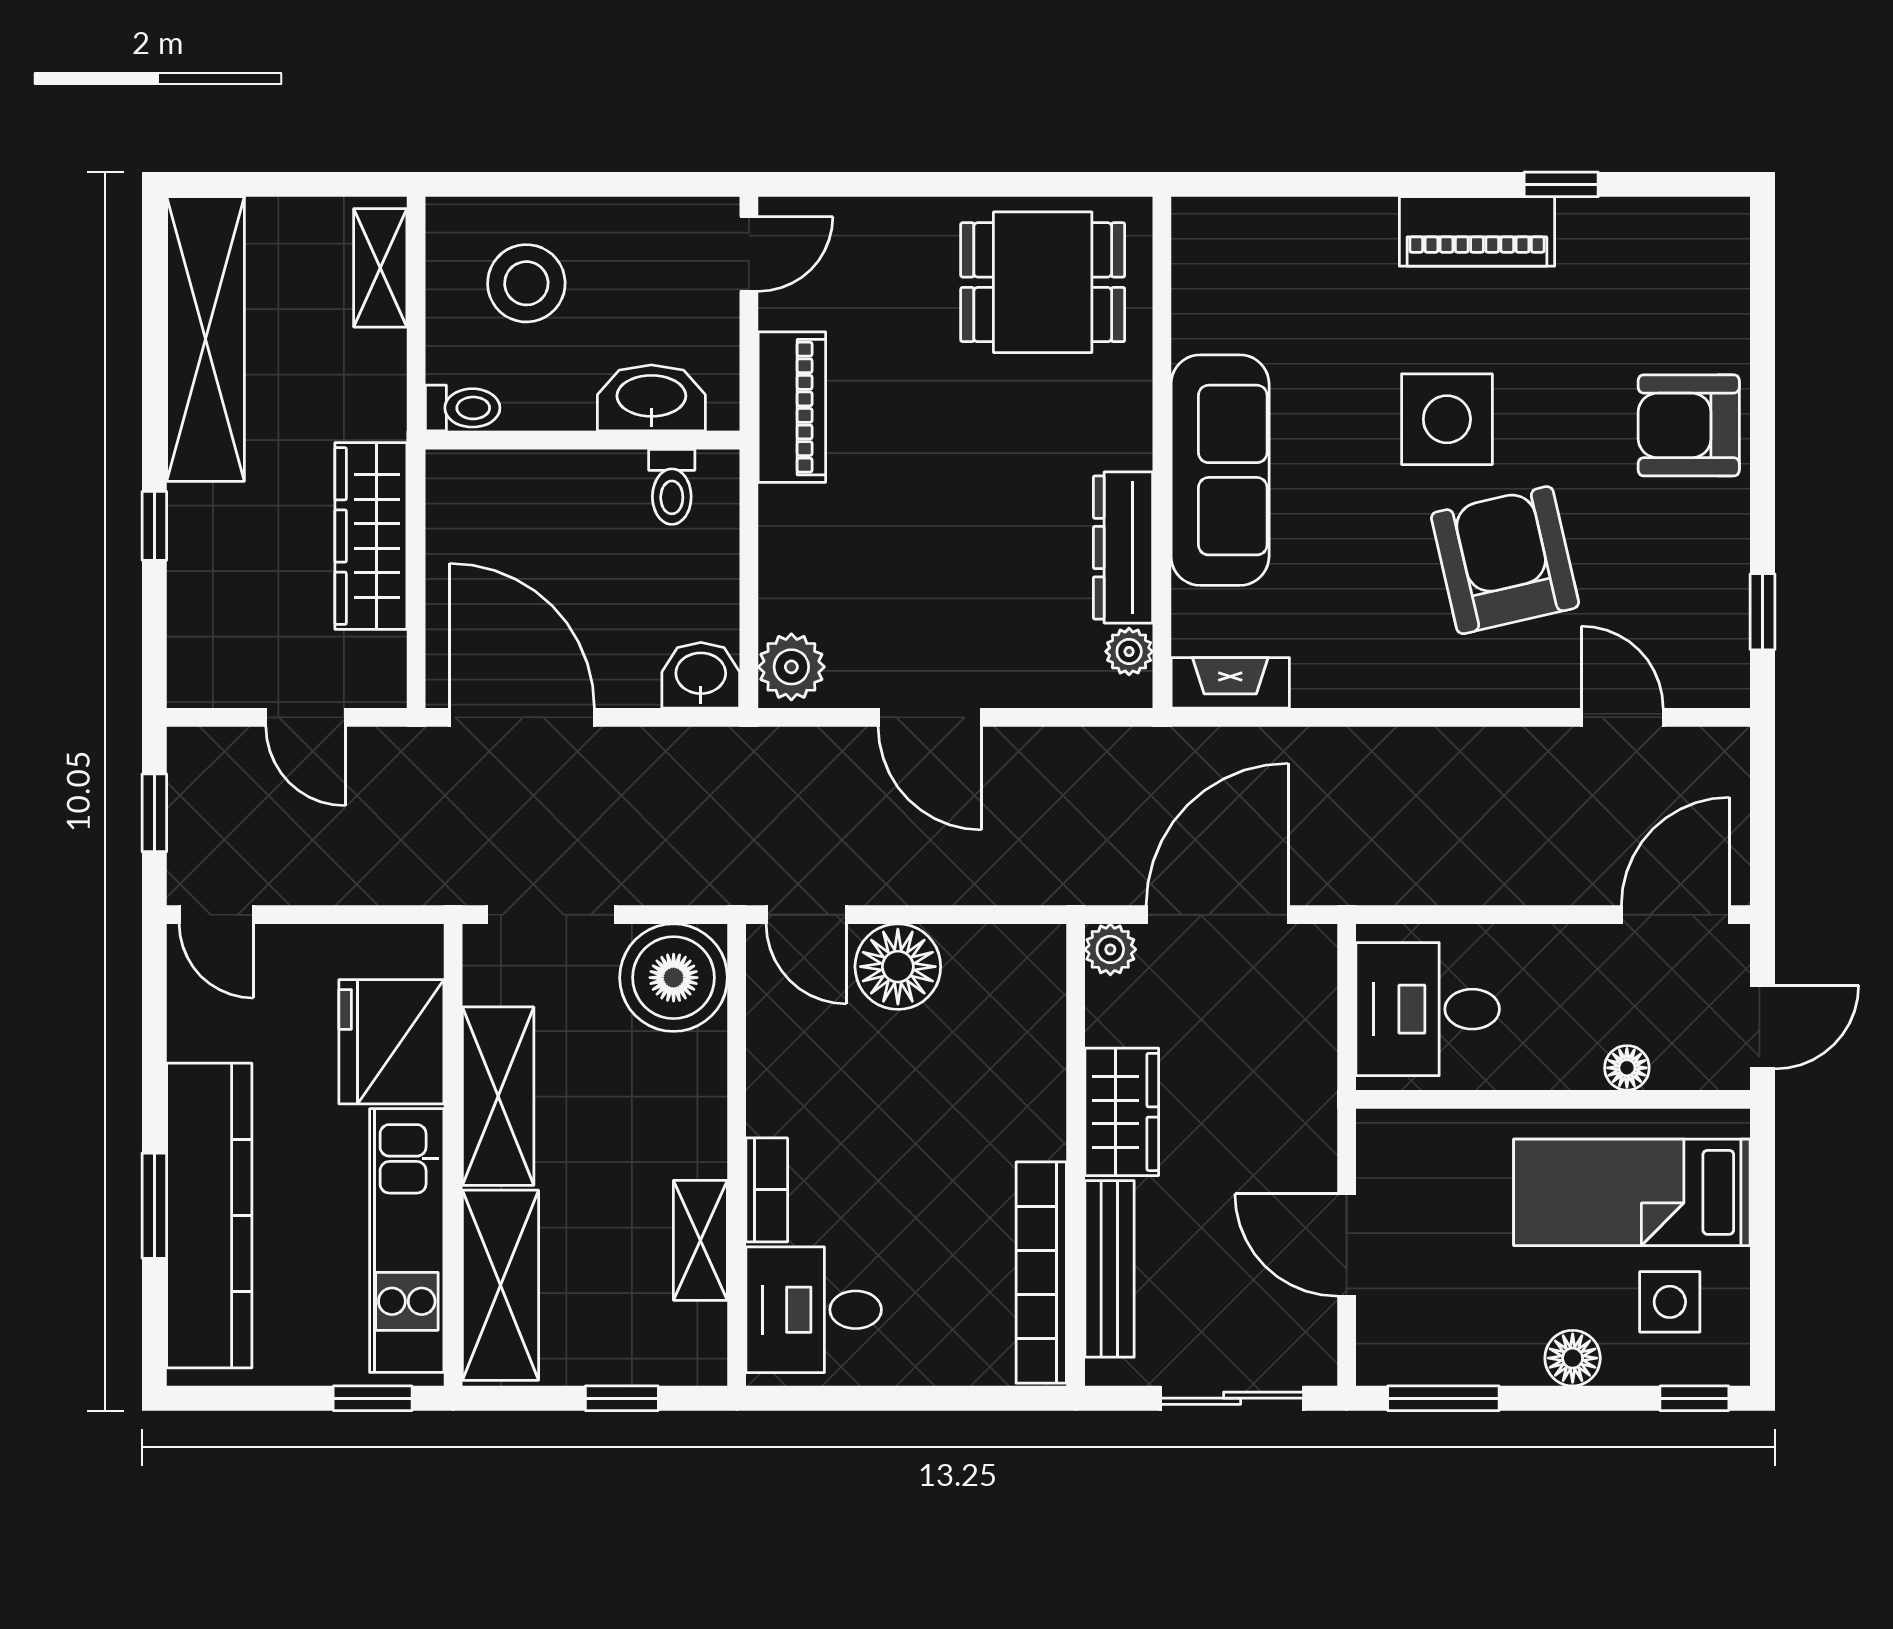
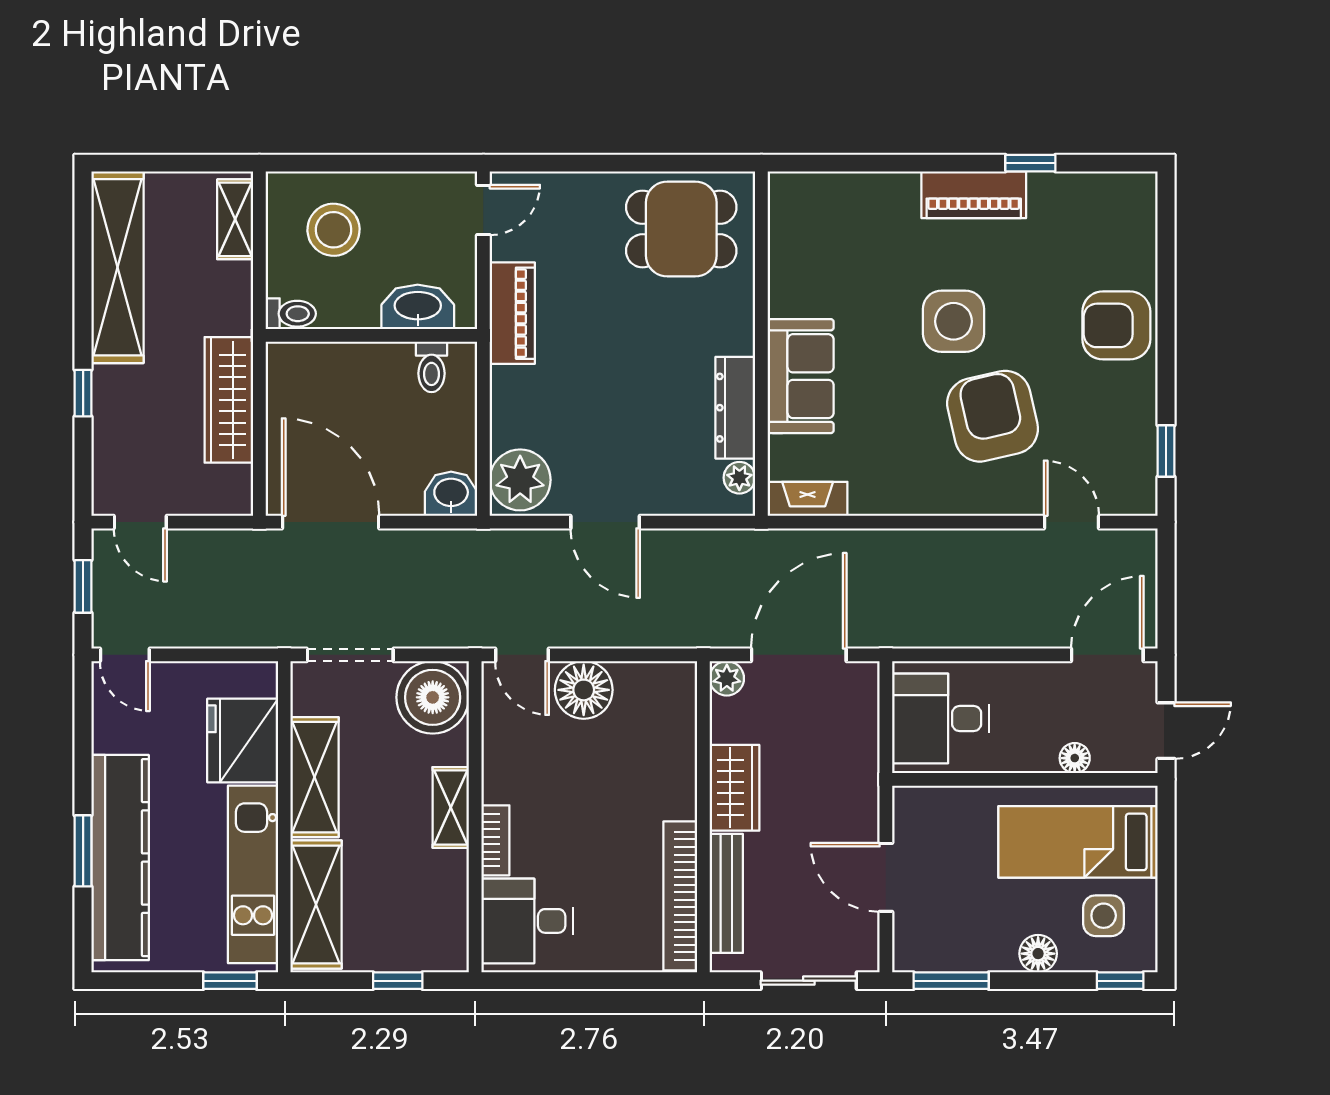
sofa: (1220, 470) -> (801, 376), width x0.73
plant: (791, 667) -> (520, 480), width x1.36, depth x1.36
door: (306, 717) -> (140, 522), moved
shelving: (700, 1240) -> (451, 807), moved

